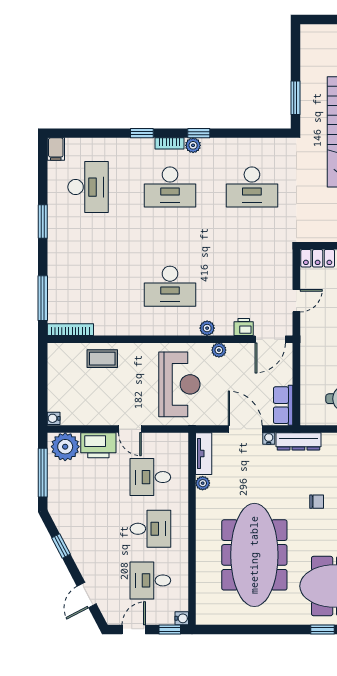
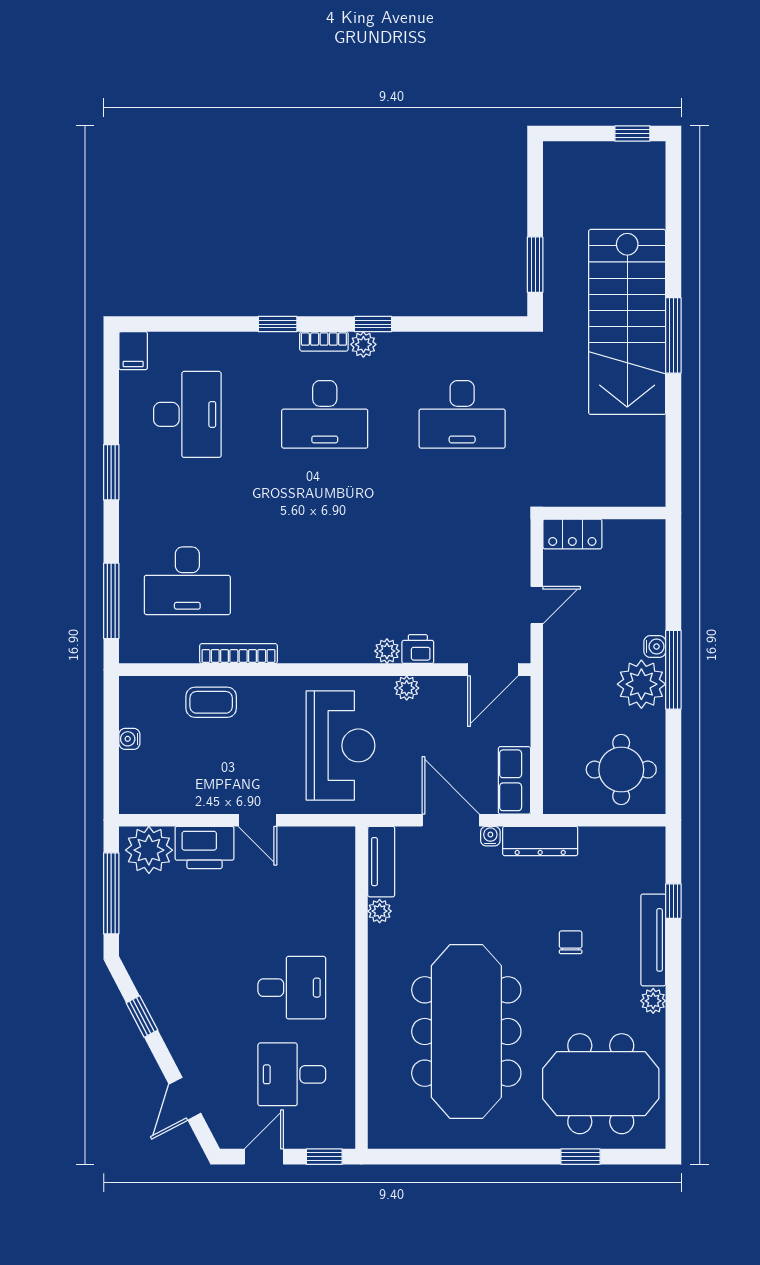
desk: (170, 286) -> (187, 581), moved
printer: (244, 327) -> (418, 649), moved
bookcase: (70, 330) -> (238, 654), moved
water cooler: (54, 418) -> (129, 739), moved
desk: (150, 477) -> (292, 901), removed
chair: (317, 502) -> (571, 942), turned -90
water cooler: (182, 618) -> (344, 1138), removed

